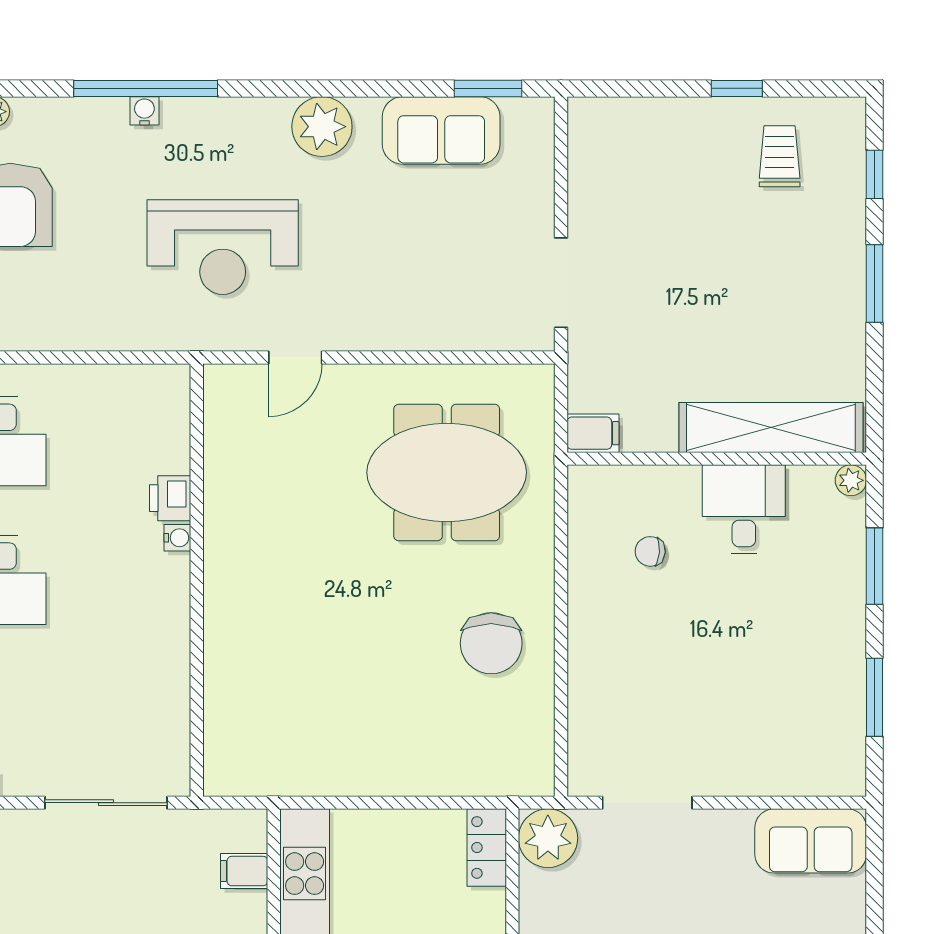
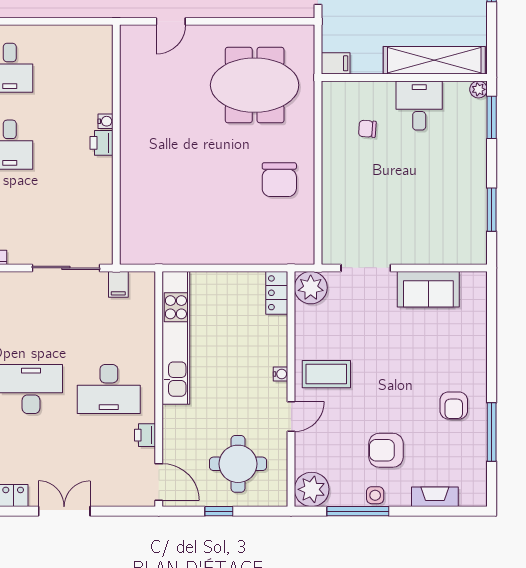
printer: (170, 498) -> (101, 143), moved
window: (875, 566) -> (492, 117), moved
sofa: (811, 841) -> (428, 289), moved
filing cabinet: (244, 871) -> (118, 284), moved, turned -90

